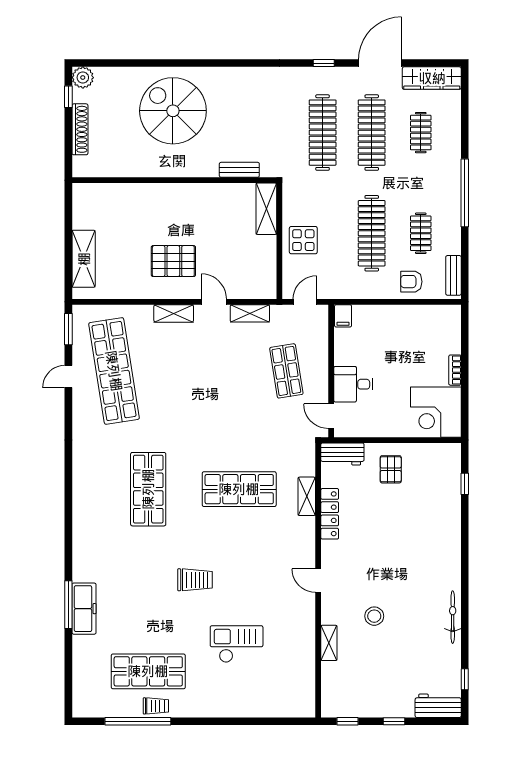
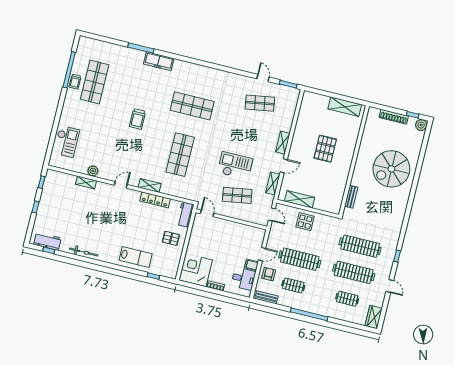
door: (380, 63) -> (390, 286), width x0.53
wardrobe: (432, 78) -> (374, 317), width x0.67
spiral stairs: (173, 111) -> (391, 169), turned 180
shelving: (266, 209) -> (300, 199), moved
shelving: (84, 259) -> (345, 107), moved
pallet: (173, 261) -> (325, 149), moved
door: (379, 302) -> (262, 254), added
filing cabinet: (343, 316) -> (251, 265), moved
shop shelf: (114, 371) -> (260, 103), width x0.50, depth x0.74
desk: (353, 384) -> (243, 279), moved, turned 90
checkout: (235, 388) -> (235, 166), added
door: (331, 416) -> (207, 213), hinge flipped
shelving: (307, 496) -> (150, 185), moved
lab bench: (439, 523) -> (136, 257), added
freezer: (84, 609) -> (159, 61), moved
stool: (374, 616) -> (94, 210), removed
plant: (306, 636) -> (93, 171), added
checkout: (237, 644) -> (66, 141), moved
workbench: (438, 706) -> (47, 241), moved, turned -90

